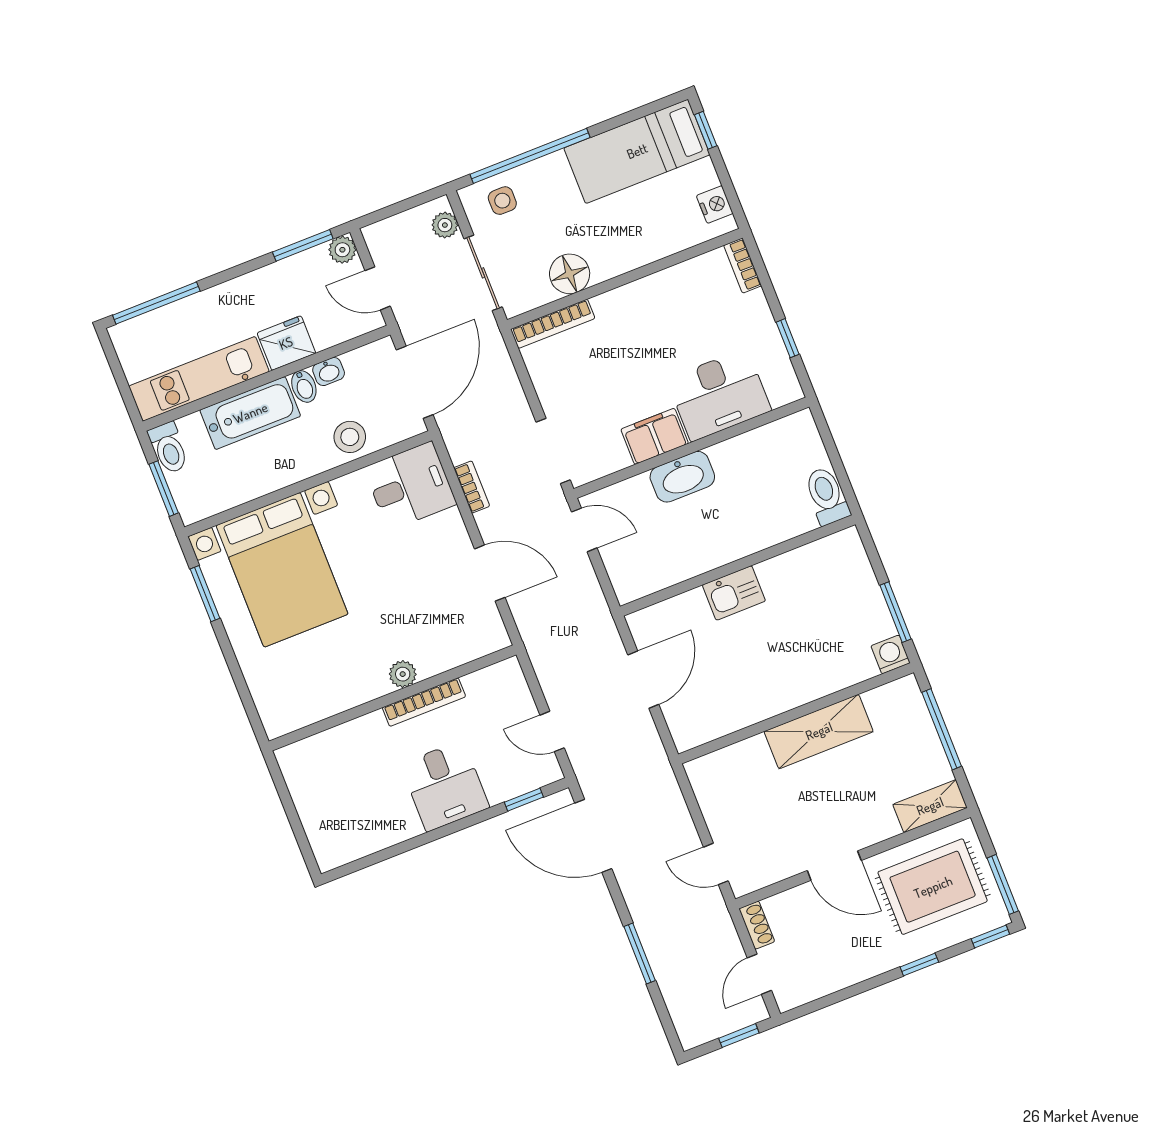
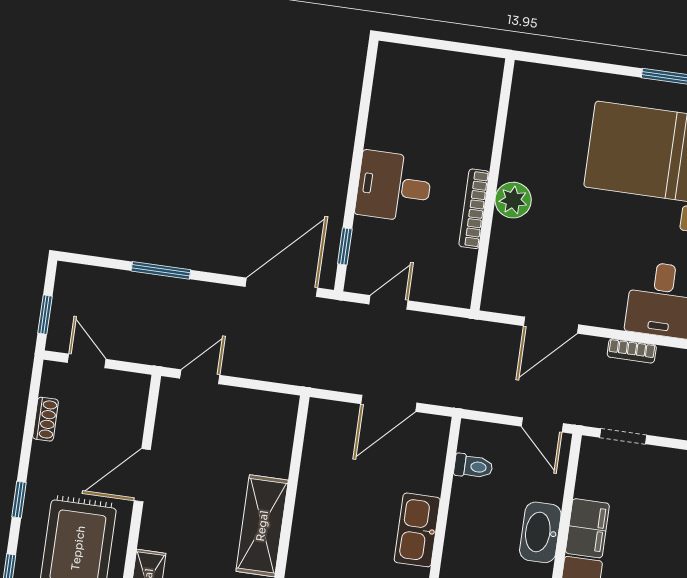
doorway: (553, 451) -> (623, 436), width x0.73
door: (584, 530) -> (542, 425), hinge flipped
toilet: (657, 571) -> (473, 466), added
kitchen sink: (734, 593) -> (417, 530), width x1.38
plant: (403, 674) -> (513, 200), width x1.38, depth x1.38
door: (643, 680) -> (389, 403), hinge flipped
shoe rack: (757, 925) -> (45, 419), moved, turned -90

